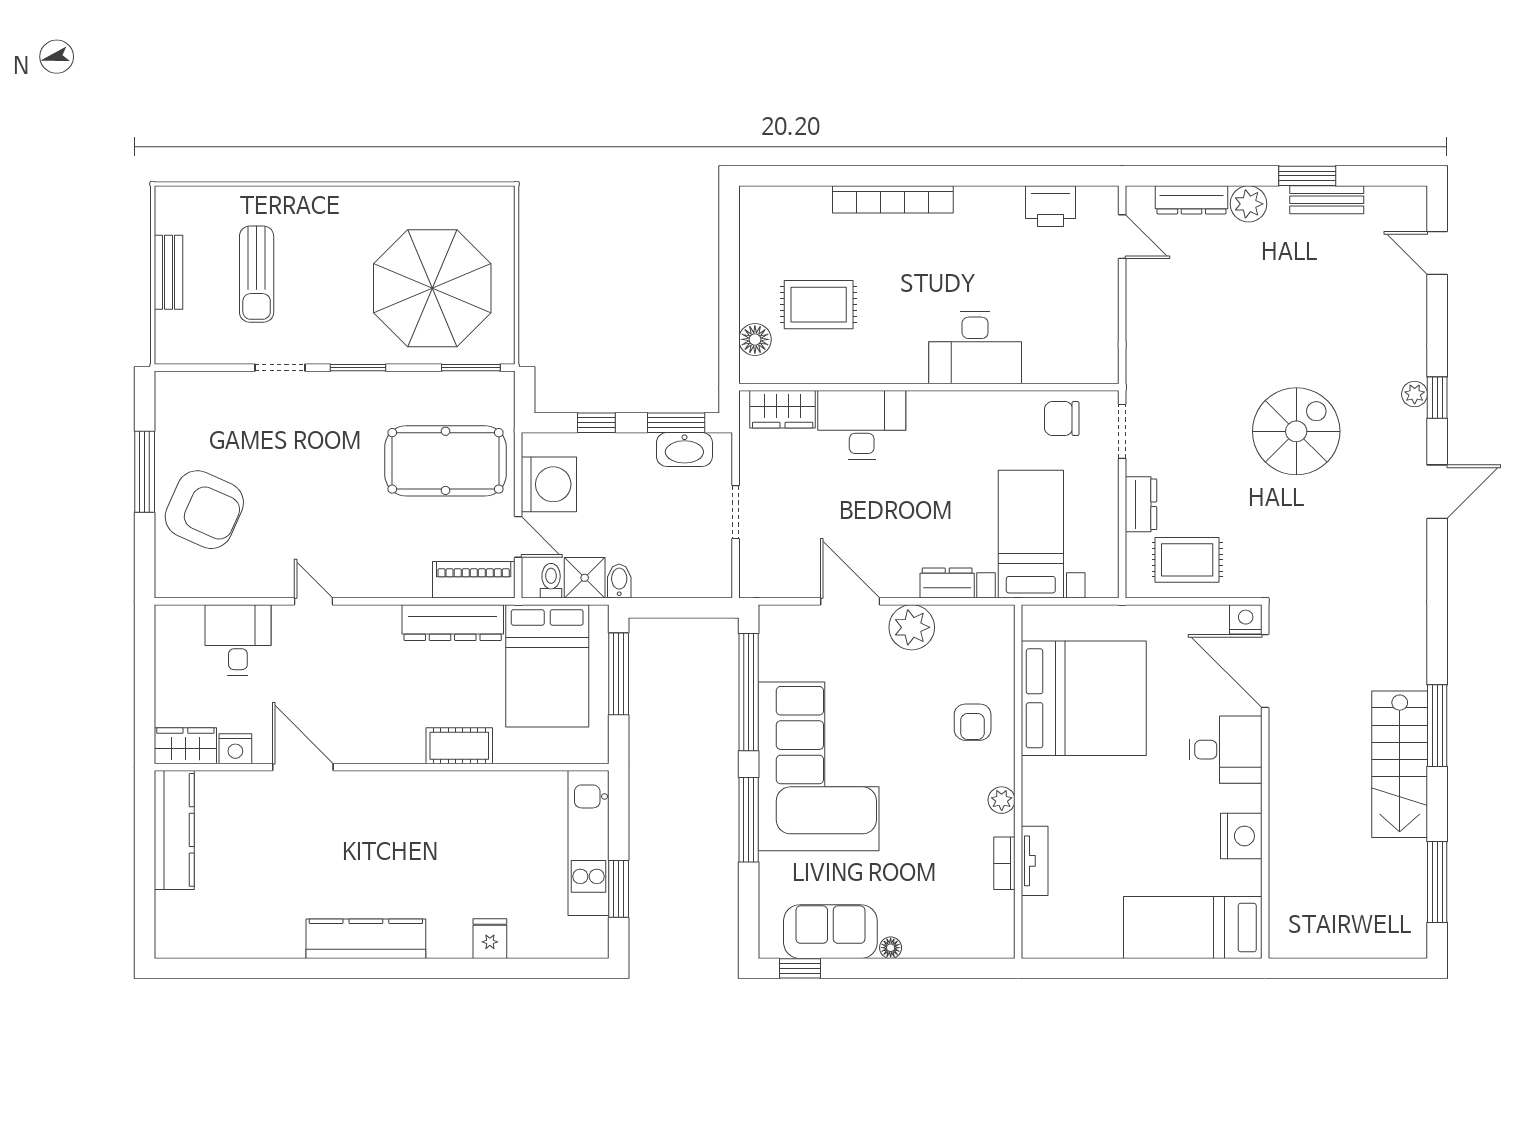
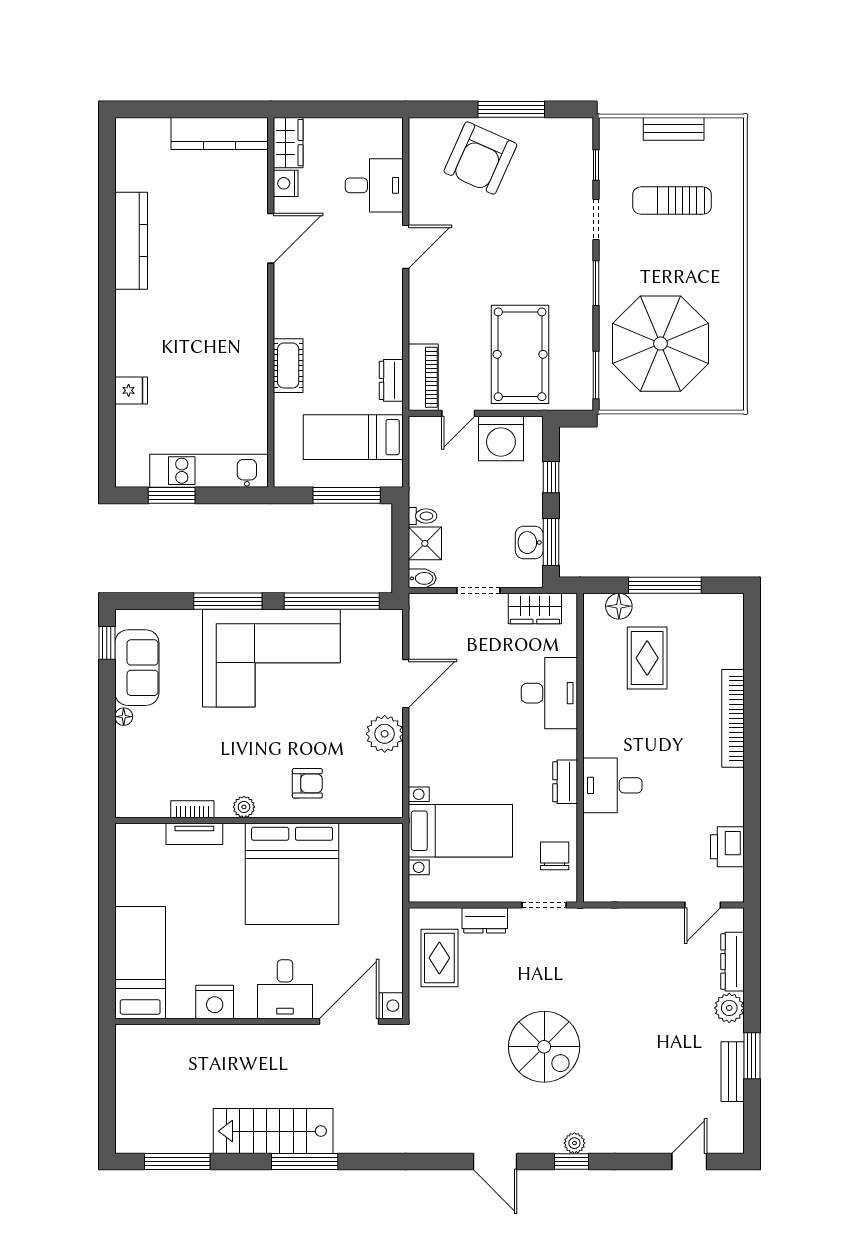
window: (729, 283) -> (665, 585), added
desk: (975, 347) -> (612, 785), width x0.73
window: (213, 368) -> (596, 165), added
wardrobe: (783, 409) -> (535, 609), moved, turned -90
washbasin: (684, 450) -> (529, 543), width x0.72
shower: (585, 578) -> (425, 543), moved
toilet: (551, 581) -> (422, 516), moved
bidet: (619, 581) -> (422, 578), moved
dresser: (947, 583) -> (565, 782), moved, turned 180
door: (314, 601) -> (406, 247), width x1.38
dresser: (453, 623) -> (391, 380), width x0.51, depth x0.80
bed: (547, 666) -> (353, 437), width x0.67
bed: (1084, 698) -> (292, 874), moved
armchair: (973, 722) -> (307, 783), turned 180
kitchen counter: (366, 939) -> (131, 241), moved

